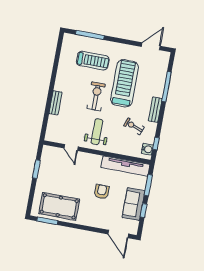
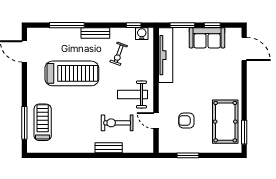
treadmill: (93, 61) -> (43, 122), moved
treadmill: (124, 83) -> (72, 73), turned 180
exercise bike: (96, 96) -> (117, 123), moved
door: (71, 148) -> (156, 121), swing flipped
armchair: (102, 192) -> (186, 121), moved
door: (118, 234) -> (244, 49), hinge flipped

